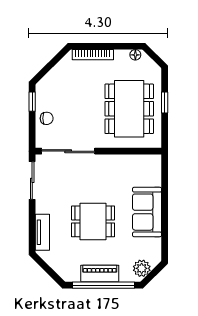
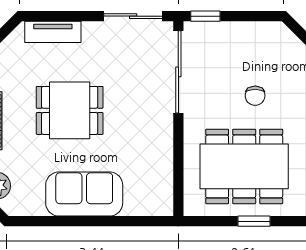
window: (32, 102) -> (205, 16), moved
chair: (47, 118) -> (255, 96), moved
dining table: (93, 221) -> (70, 110), turned 90

